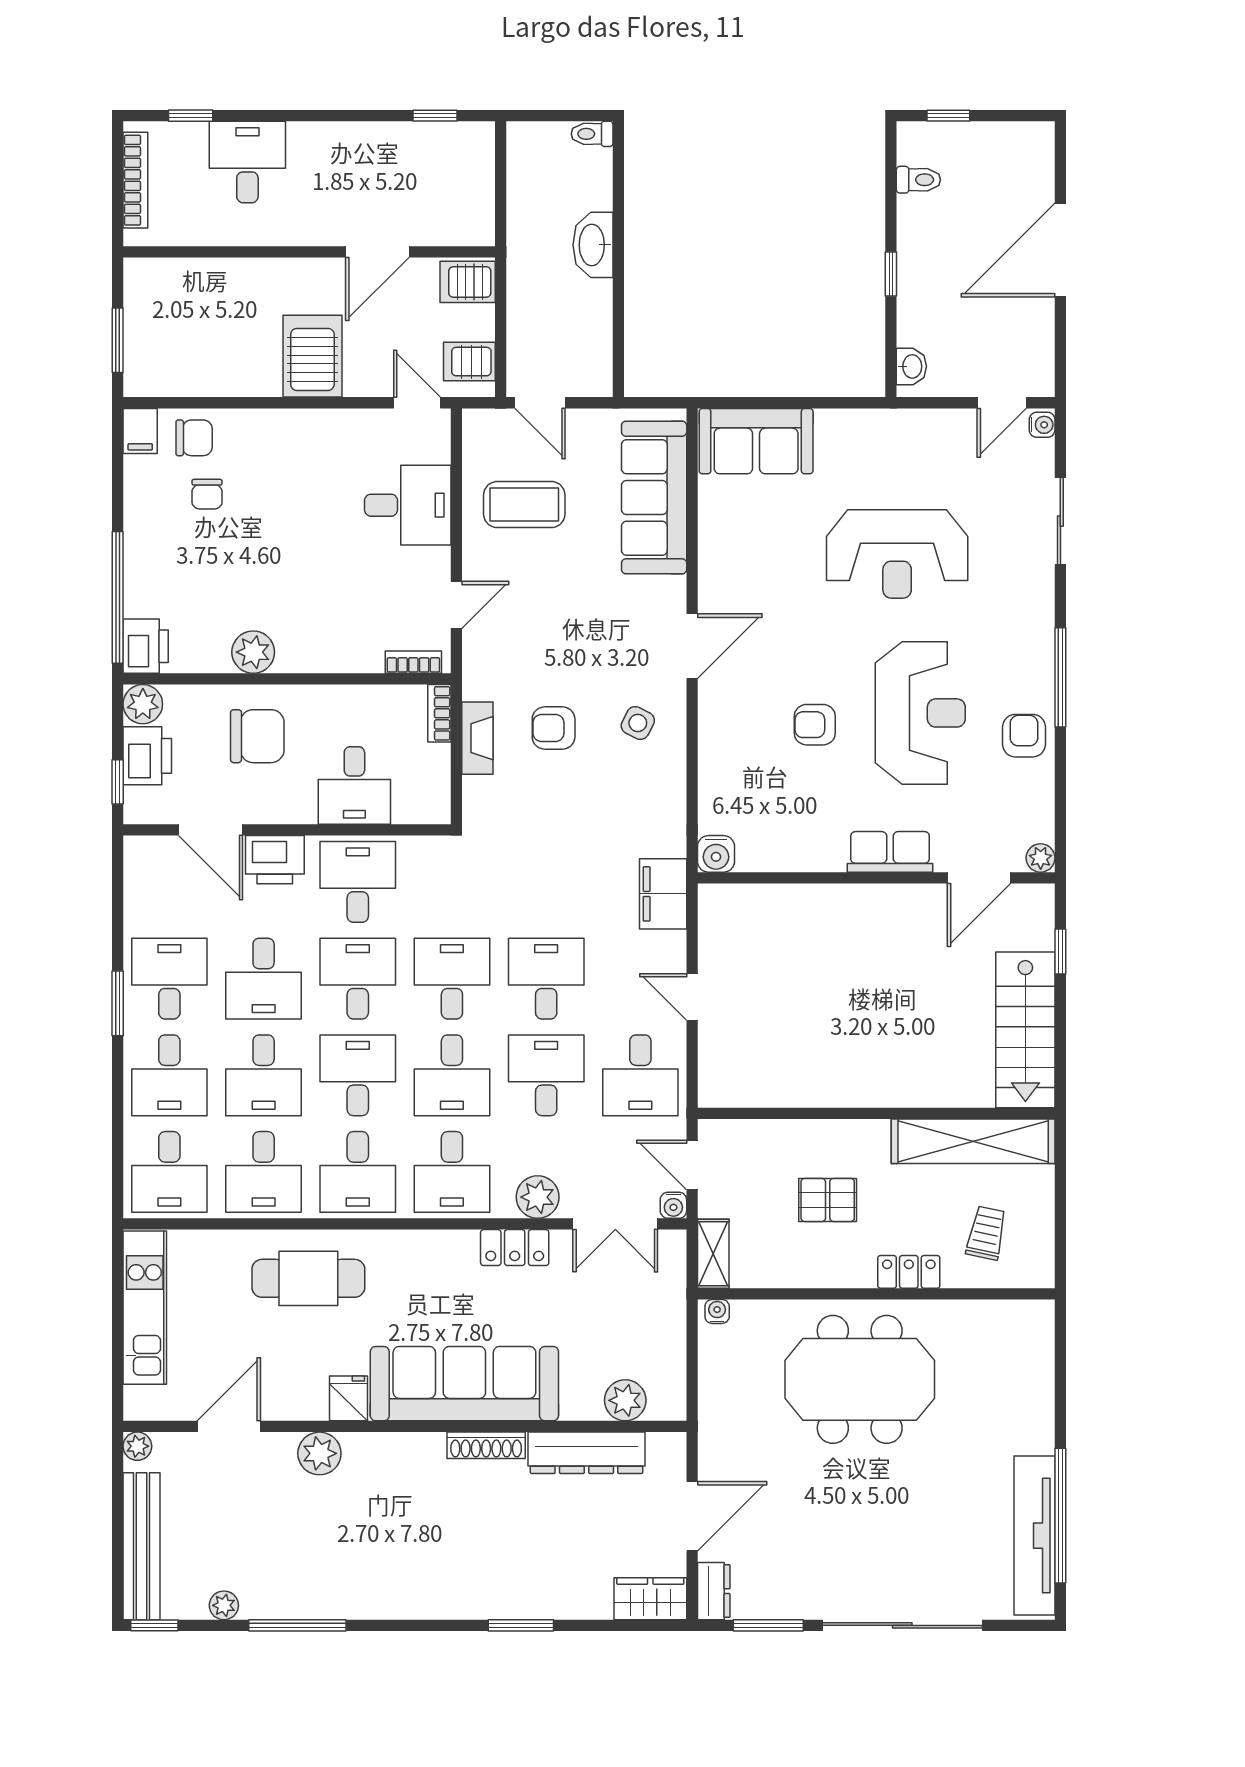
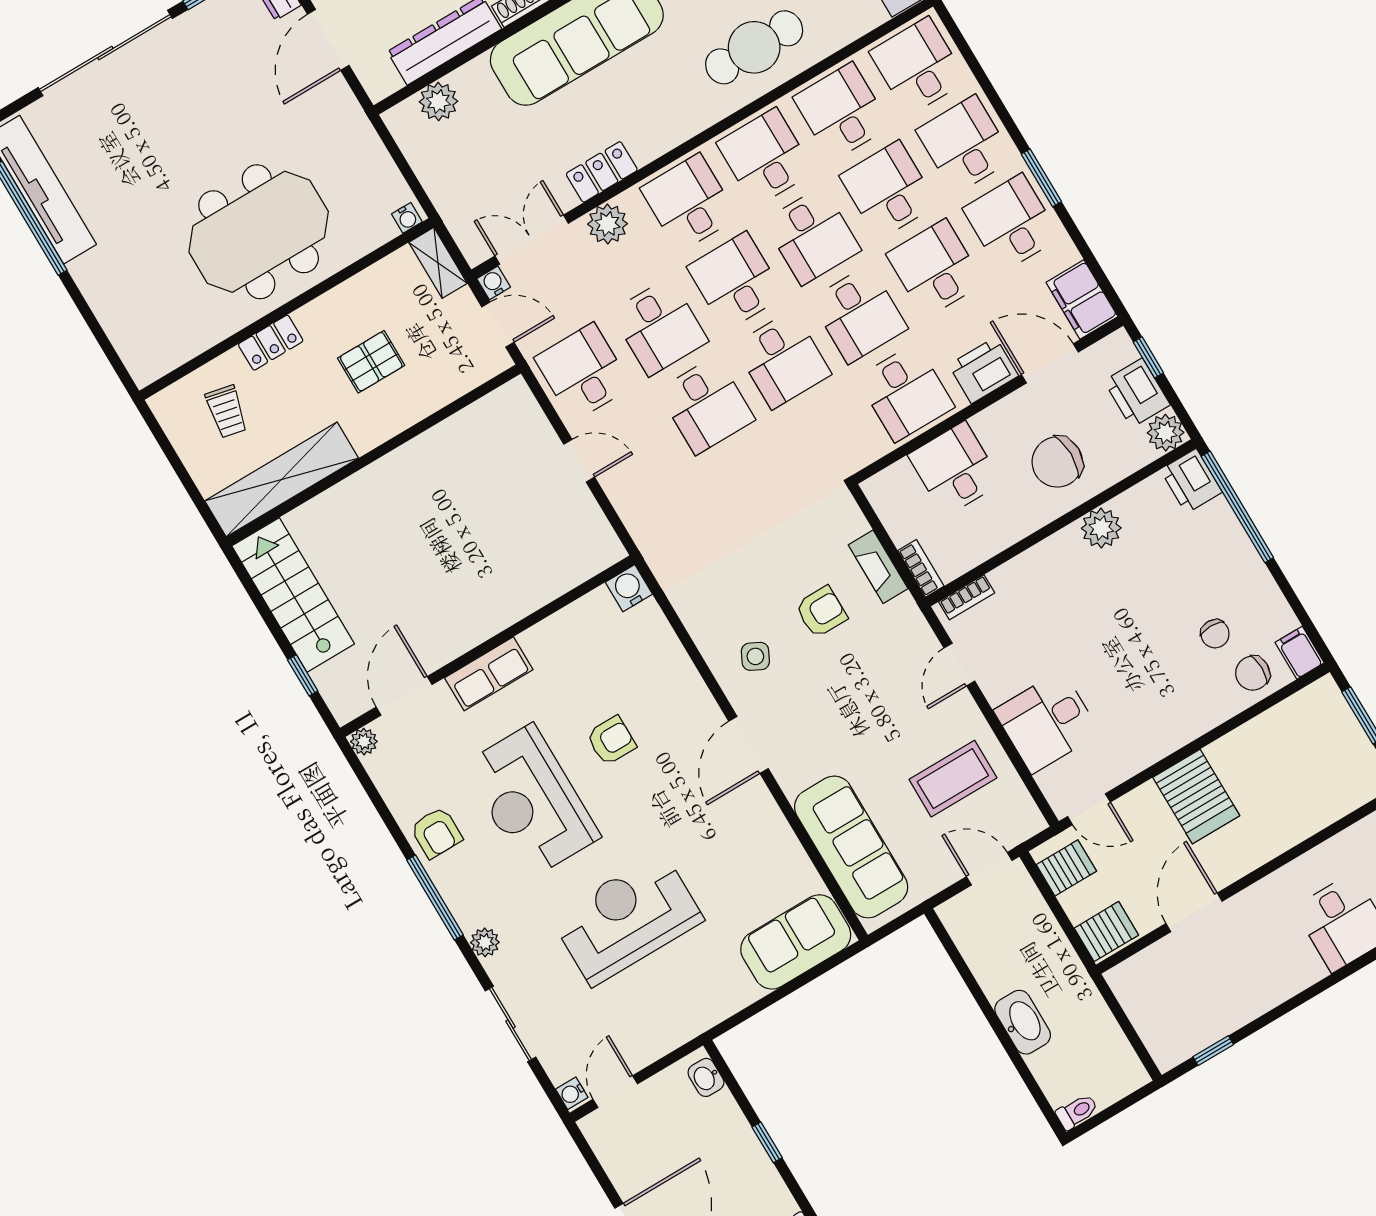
chair: (207, 494) -> (1215, 634), turned 180
plant: (1039, 609) -> (485, 942), added
filing cabinet: (663, 894) -> (1082, 300), moved, turned 180
desk: (169, 979) -> (1012, 223), turned 180

